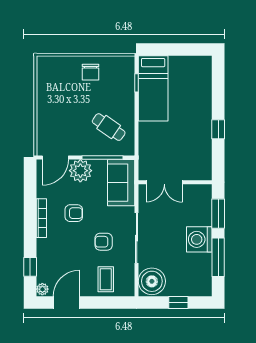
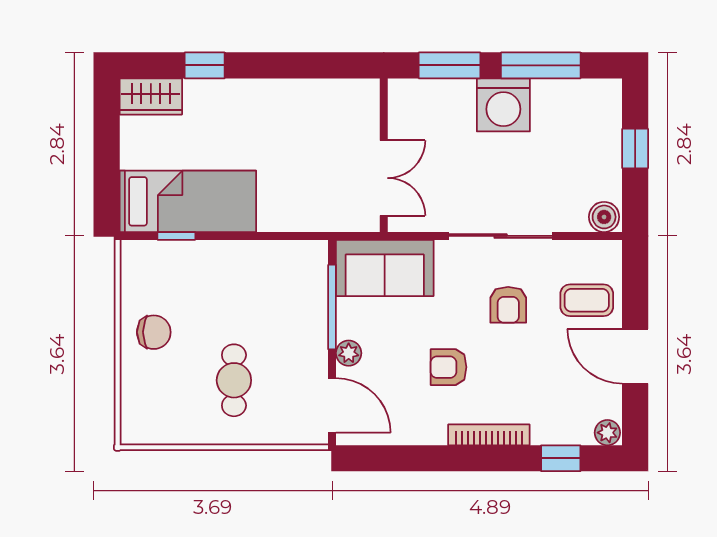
wardrobe: (203, 71) -> (151, 96), added
cafe table: (109, 127) -> (234, 380), moved, turned -35
window: (218, 129) -> (205, 65), moved
plant: (80, 171) -> (349, 353), width x0.53, depth x0.53
armchair: (74, 213) -> (448, 367), turned -90
bookcase: (41, 218) -> (489, 435), moved
boiler: (152, 281) -> (604, 217), width x0.54, depth x0.54
door: (66, 302) -> (635, 356), moved

